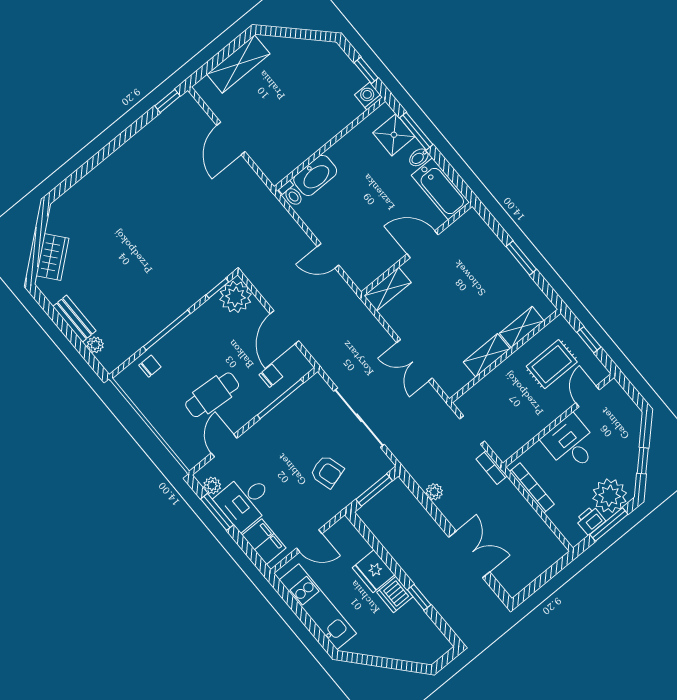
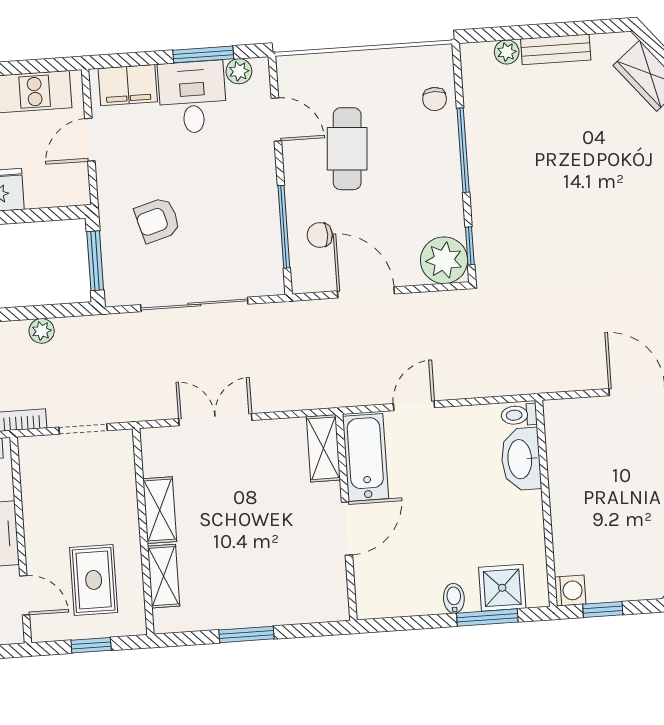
bathtub: (440, 189) -> (366, 457), moved, turned 90
chair: (271, 376) -> (320, 235), turned 90

